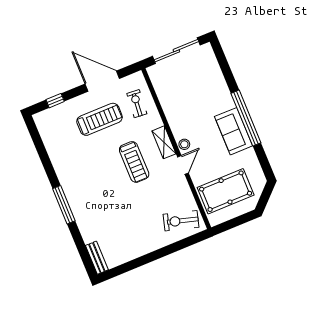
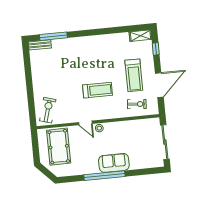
sofa: (234, 131) -> (114, 163), moved
shelving: (164, 142) -> (140, 36), moved
treadmill: (134, 162) -> (98, 90), turned 180
window: (64, 205) -> (53, 36), moved

